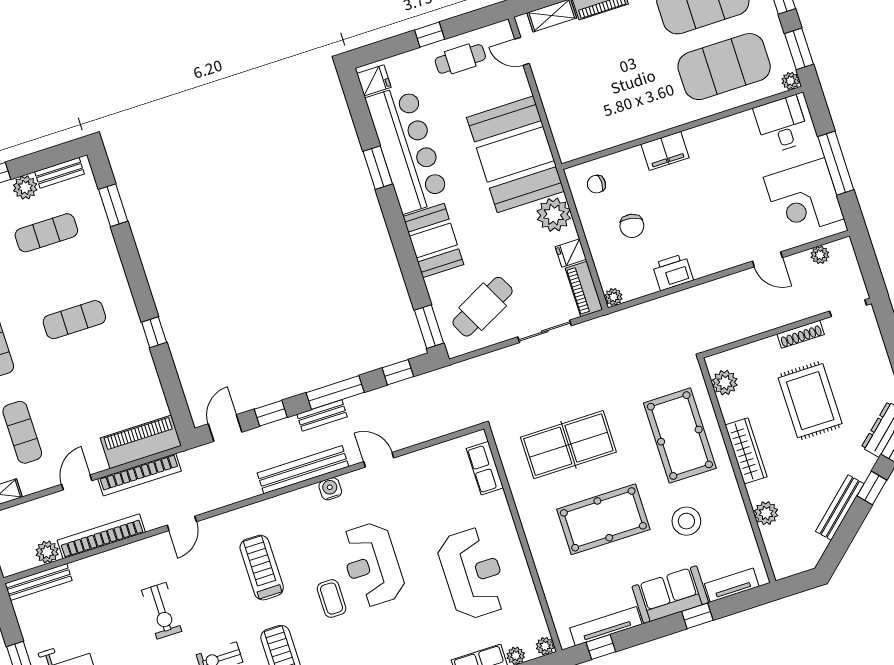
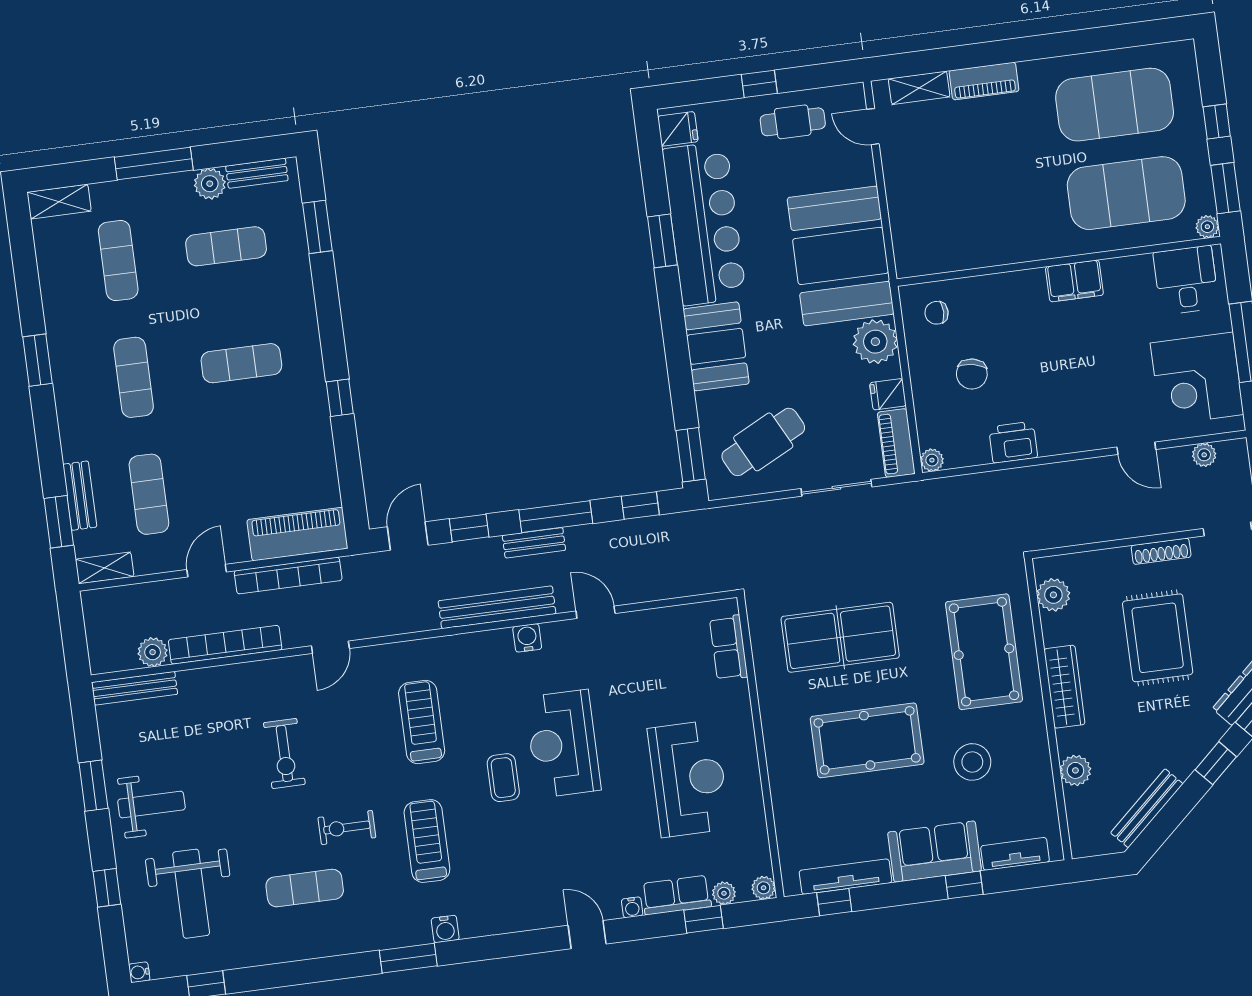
filing cabinet: (665, 151) -> (1074, 281), moved
bench: (840, 507) -> (1147, 808), moved

